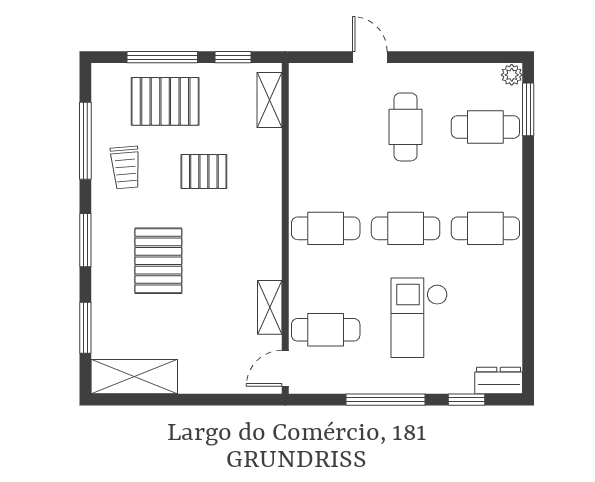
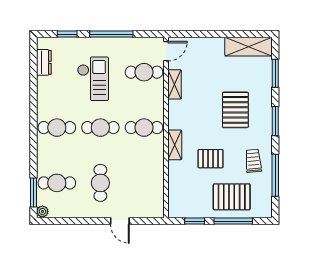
shelving: (269, 100) -> (175, 145), moved
dresser: (499, 380) -> (44, 62), moved, turned -90

